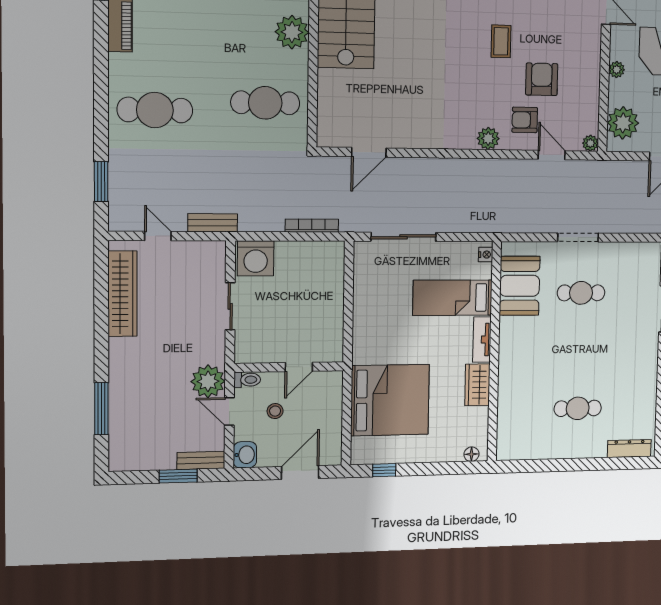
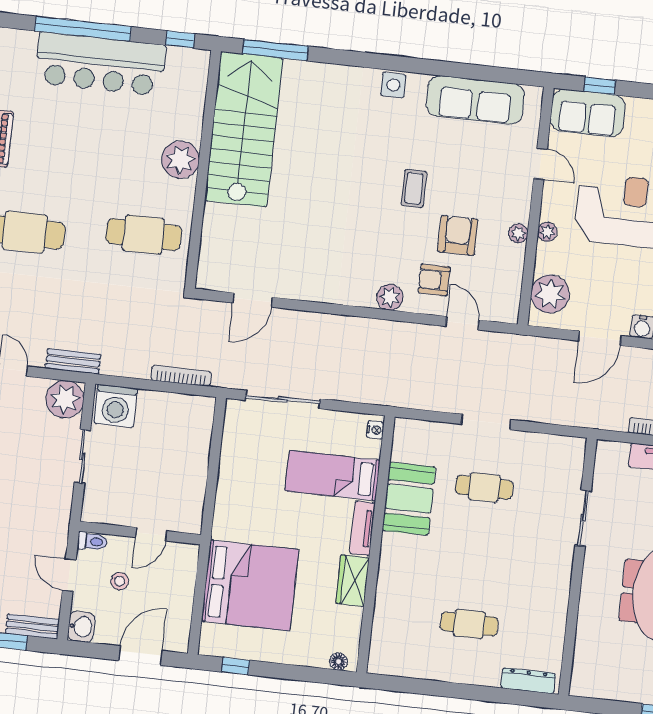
plant: (590, 143) -> (518, 233), moved
booth: (520, 286) -> (409, 499), moved
plant: (208, 381) -> (65, 399), moved

